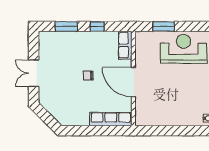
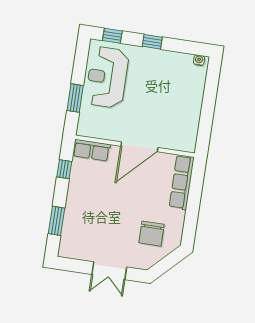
window: (97, 26) -> (64, 169), moved
chair: (88, 75) -> (151, 234), moved, width x1.87, depth x1.87

